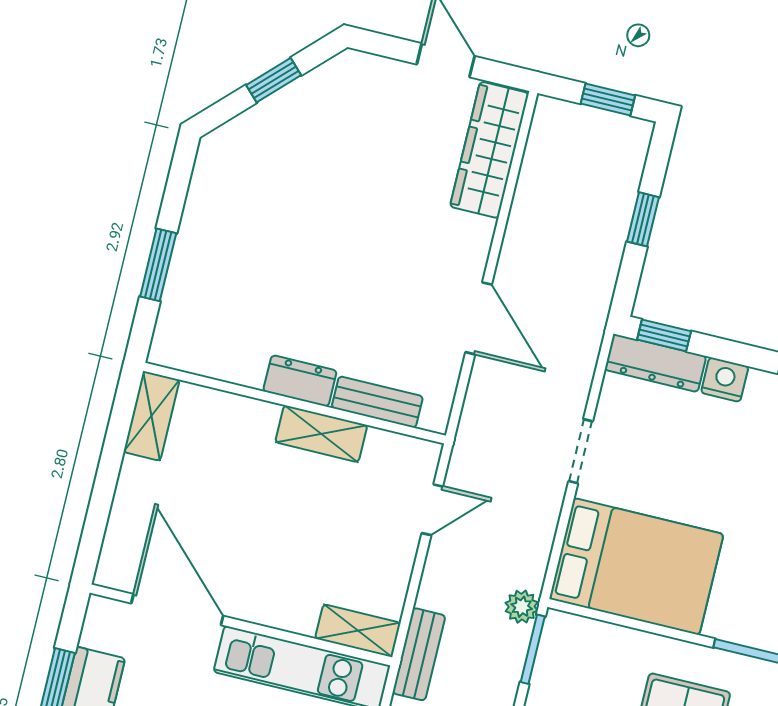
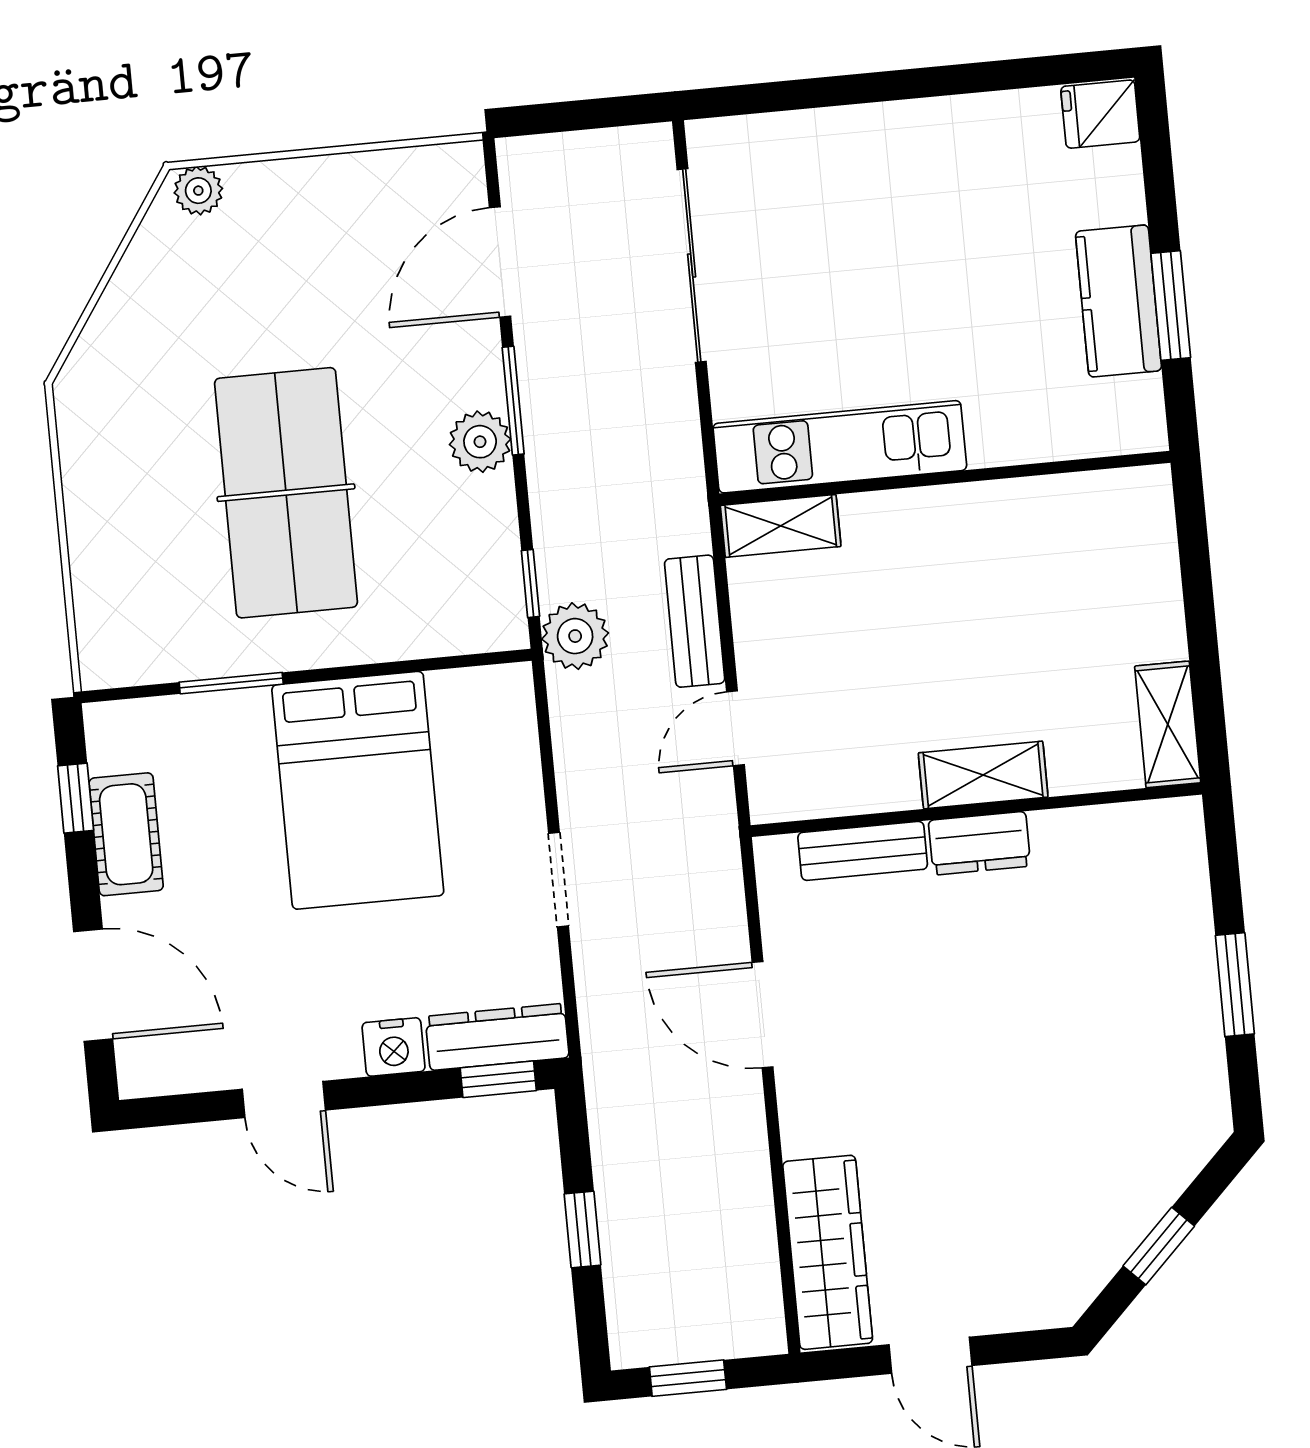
window: (158, 265) -> (1235, 985), moved
shelving: (321, 434) -> (983, 775), moved
bed: (636, 566) -> (358, 790), moved, turned -90
plant: (522, 607) -> (575, 636), width x1.38, depth x1.38
door: (177, 610) -> (1040, 469), removed
window: (533, 649) -> (530, 583), width x0.67
bench: (419, 654) -> (695, 621), moved

